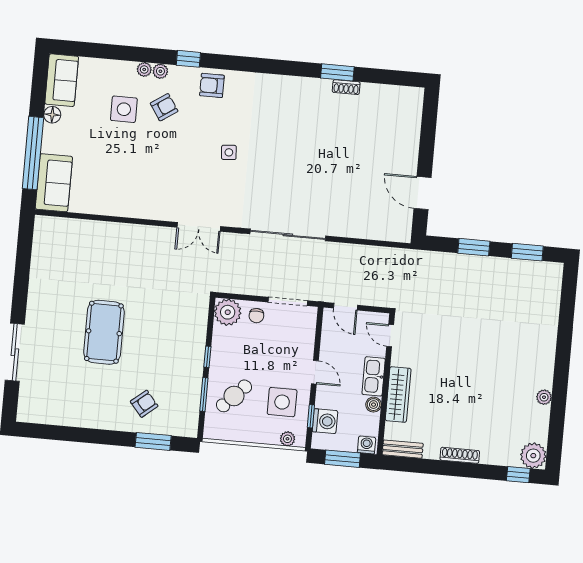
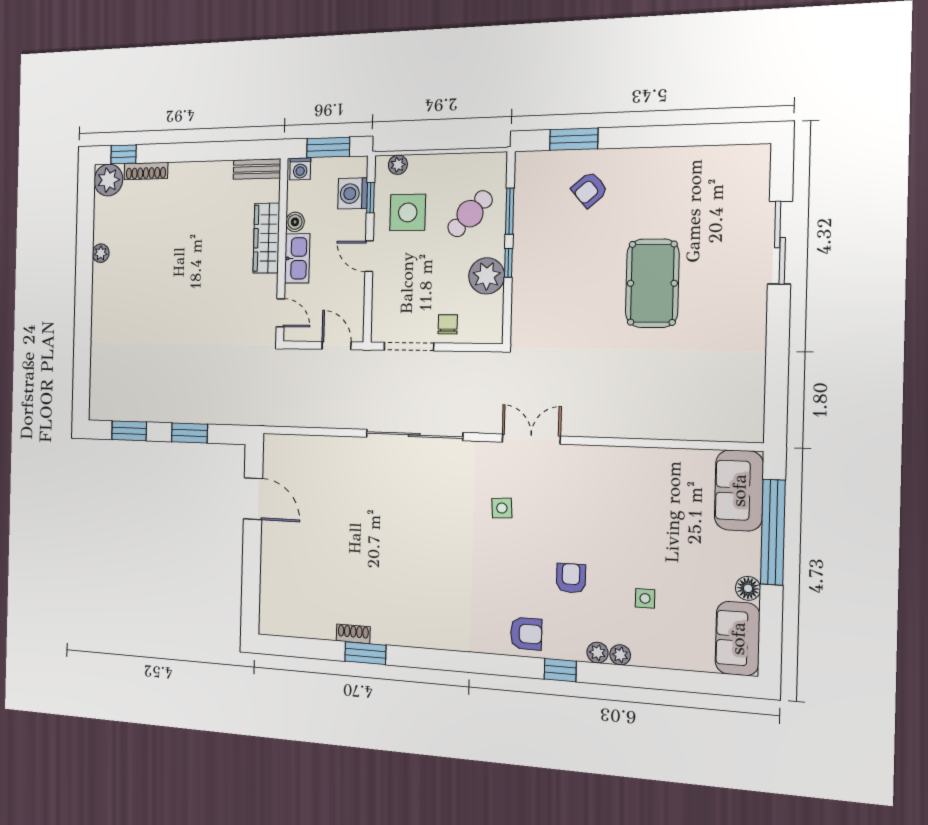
armchair: (164, 107) -> (571, 578), moved, turned 124
side table: (124, 109) -> (645, 598), width x0.54, depth x0.54
side table: (229, 152) -> (502, 508), moved
plant: (228, 312) -> (487, 276), moved
shoe rack: (460, 455) -> (146, 171), moved

